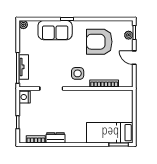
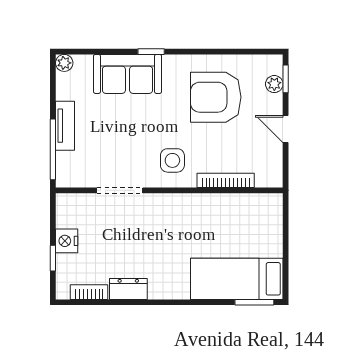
tv unit: (24, 67) -> (65, 126), moved
nightstand: (25, 97) -> (67, 241), moved

